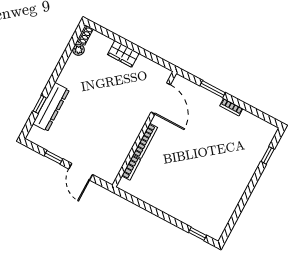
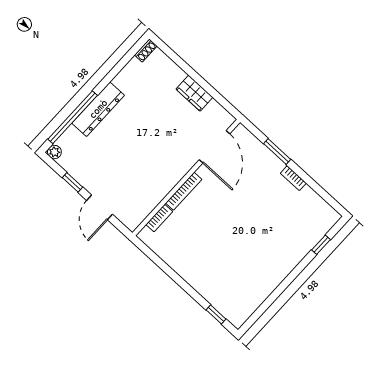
plant: (78, 50) -> (54, 152), moved
wardrobe: (123, 54) -> (194, 93), moved
window: (40, 104) -> (73, 117), width x3.17
dresser: (51, 107) -> (98, 109), moved

